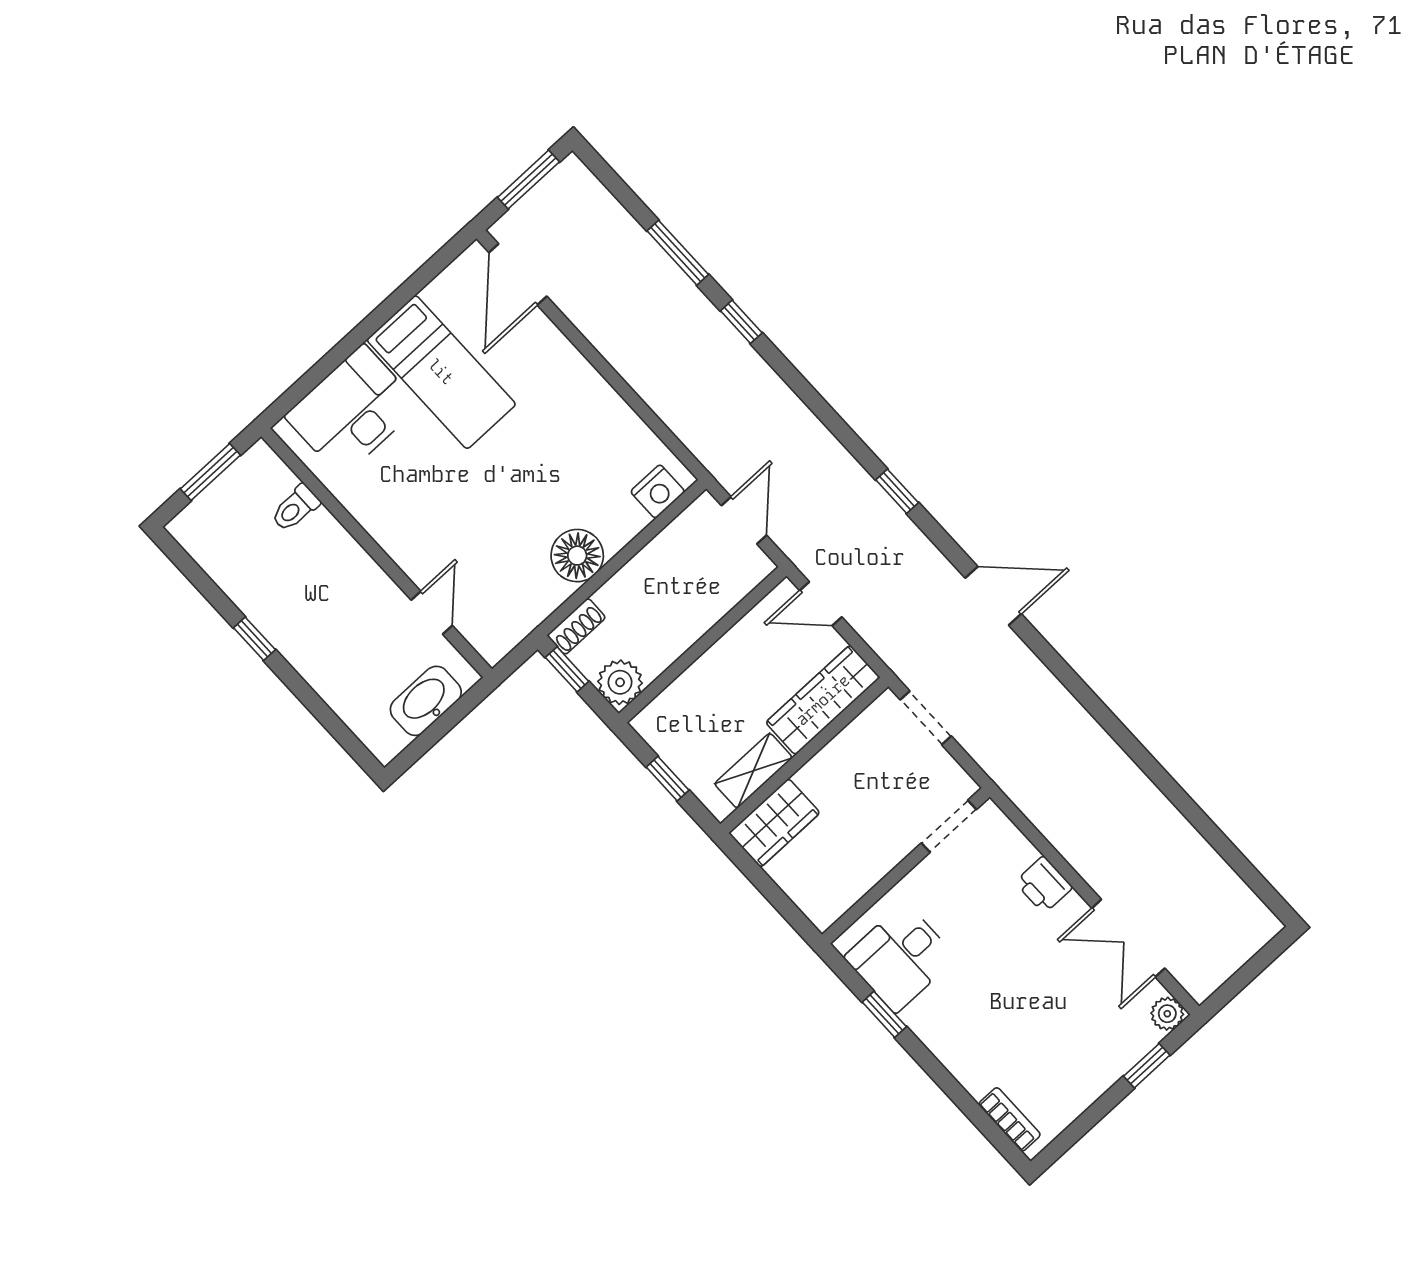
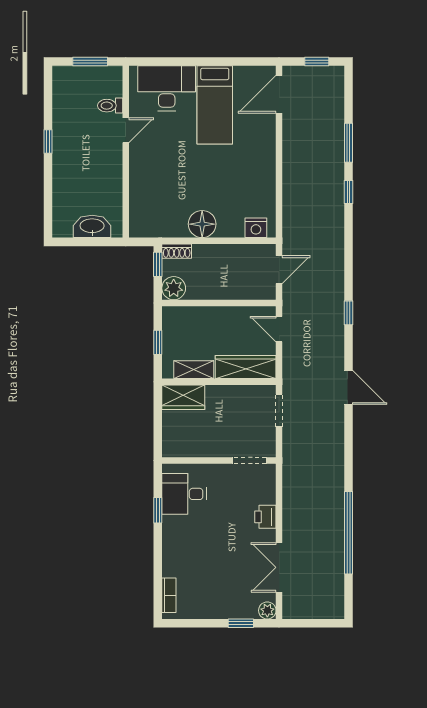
window: (528, 180) -> (317, 62), width x0.67
door: (432, 613) -> (126, 130), moved
window: (1181, 800) -> (348, 533), added

